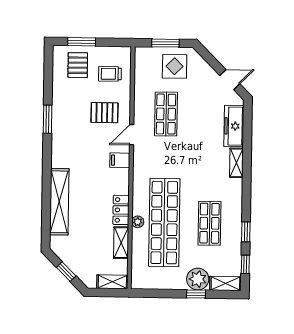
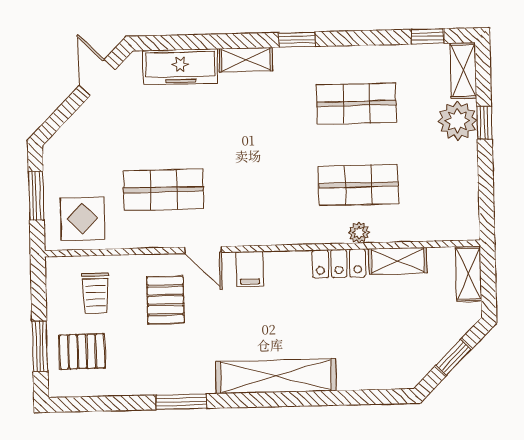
display table: (175, 66) -> (82, 219), moved
shelving: (59, 202) -> (276, 376), moved
shop shelf: (164, 223) -> (358, 185), width x0.50, depth x0.74
window: (246, 232) -> (297, 40), moved

